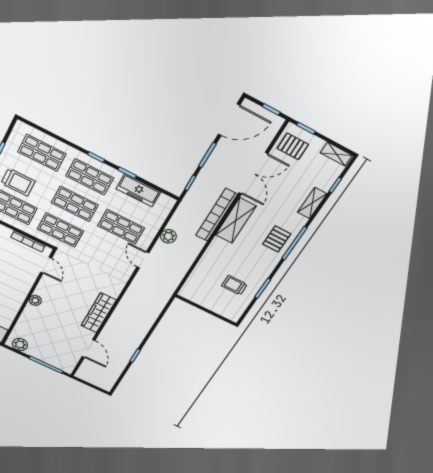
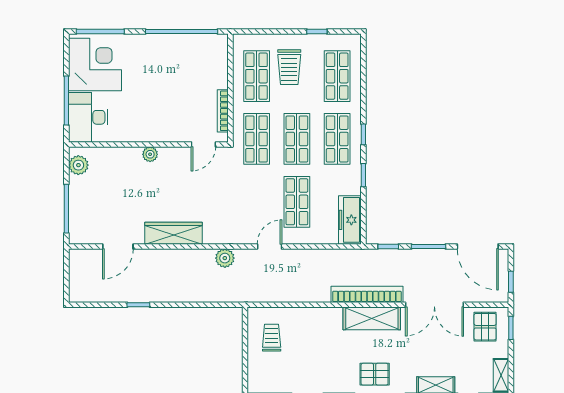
freezer: (138, 190) -> (350, 220), moved
plant: (168, 236) -> (225, 258), moved
trolley: (234, 285) -> (272, 338), moved

